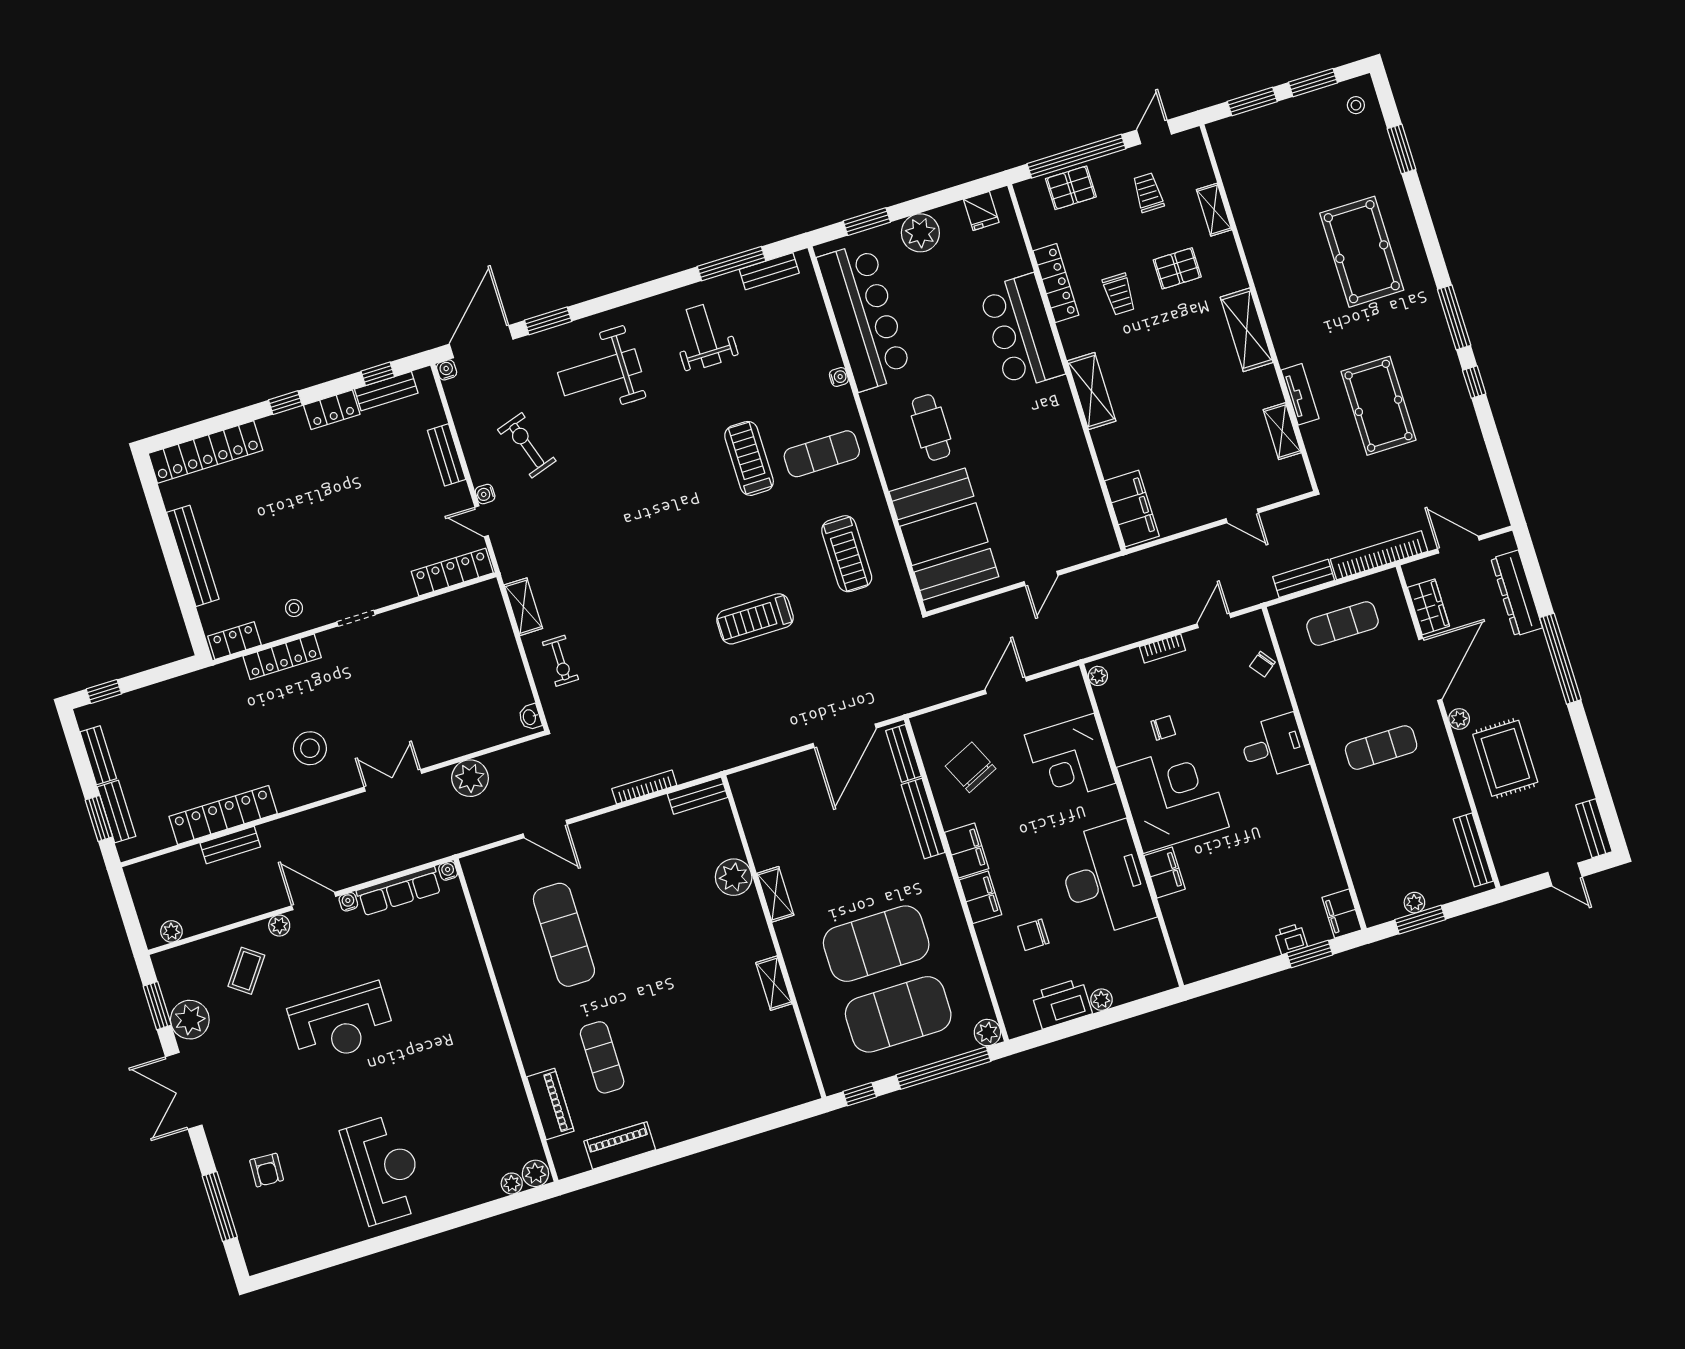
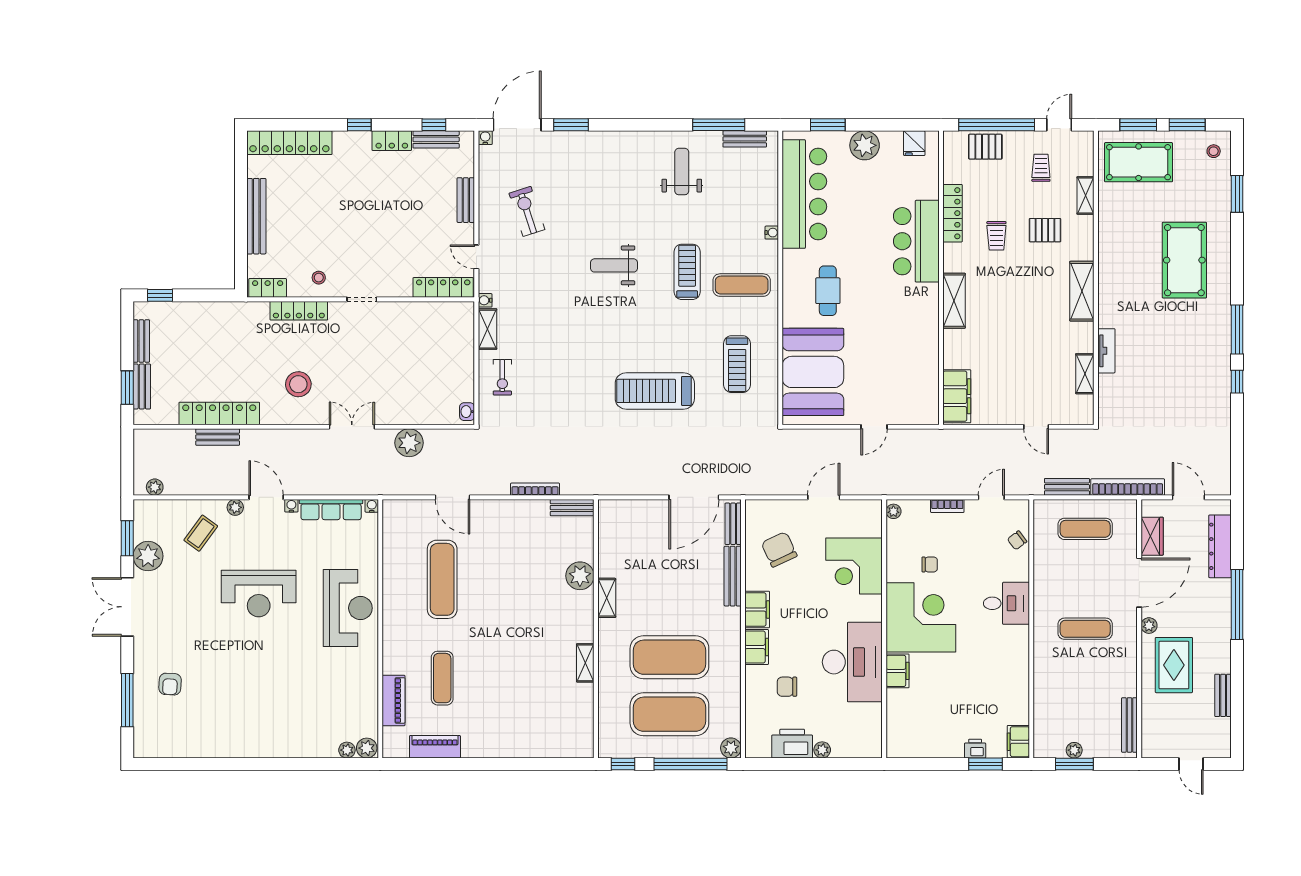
weight bench: (600, 372) -> (614, 265), moved, width x0.73, depth x0.75
pool table: (1378, 406) -> (1139, 162), moved, turned 90
water cooler: (485, 494) -> (485, 300), moved
treadmill: (755, 619) -> (655, 391), width x1.37, depth x1.38
bench: (1594, 828) -> (1223, 695), moved
reception desk: (384, 1169) -> (348, 608), moved

